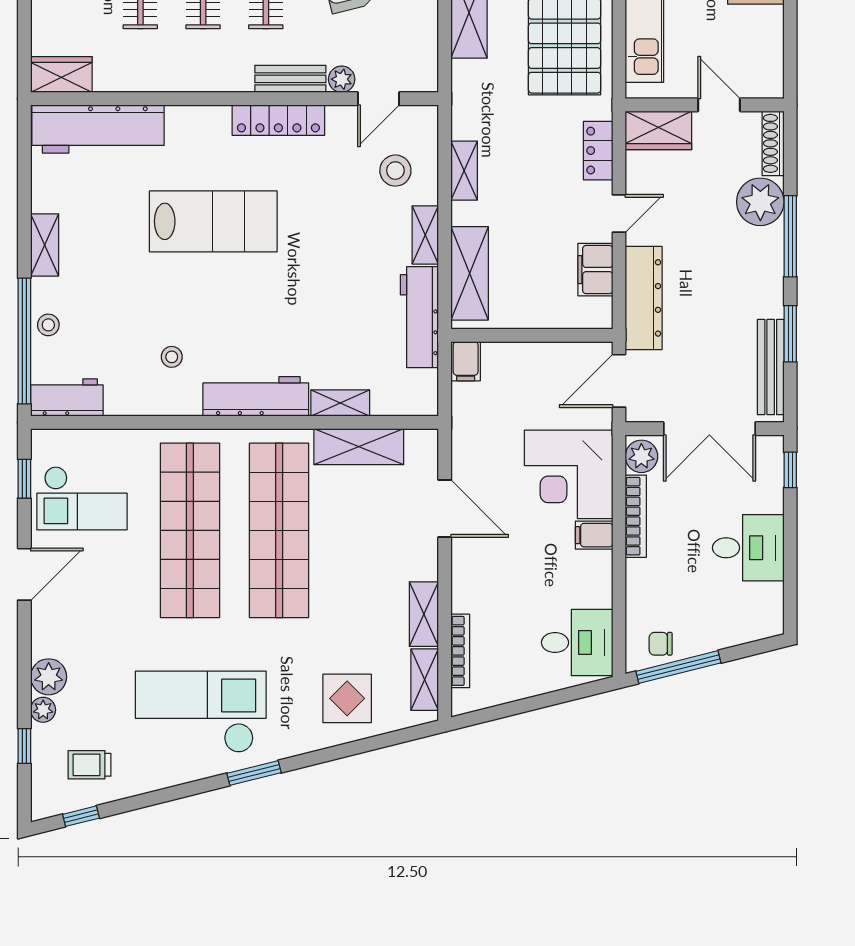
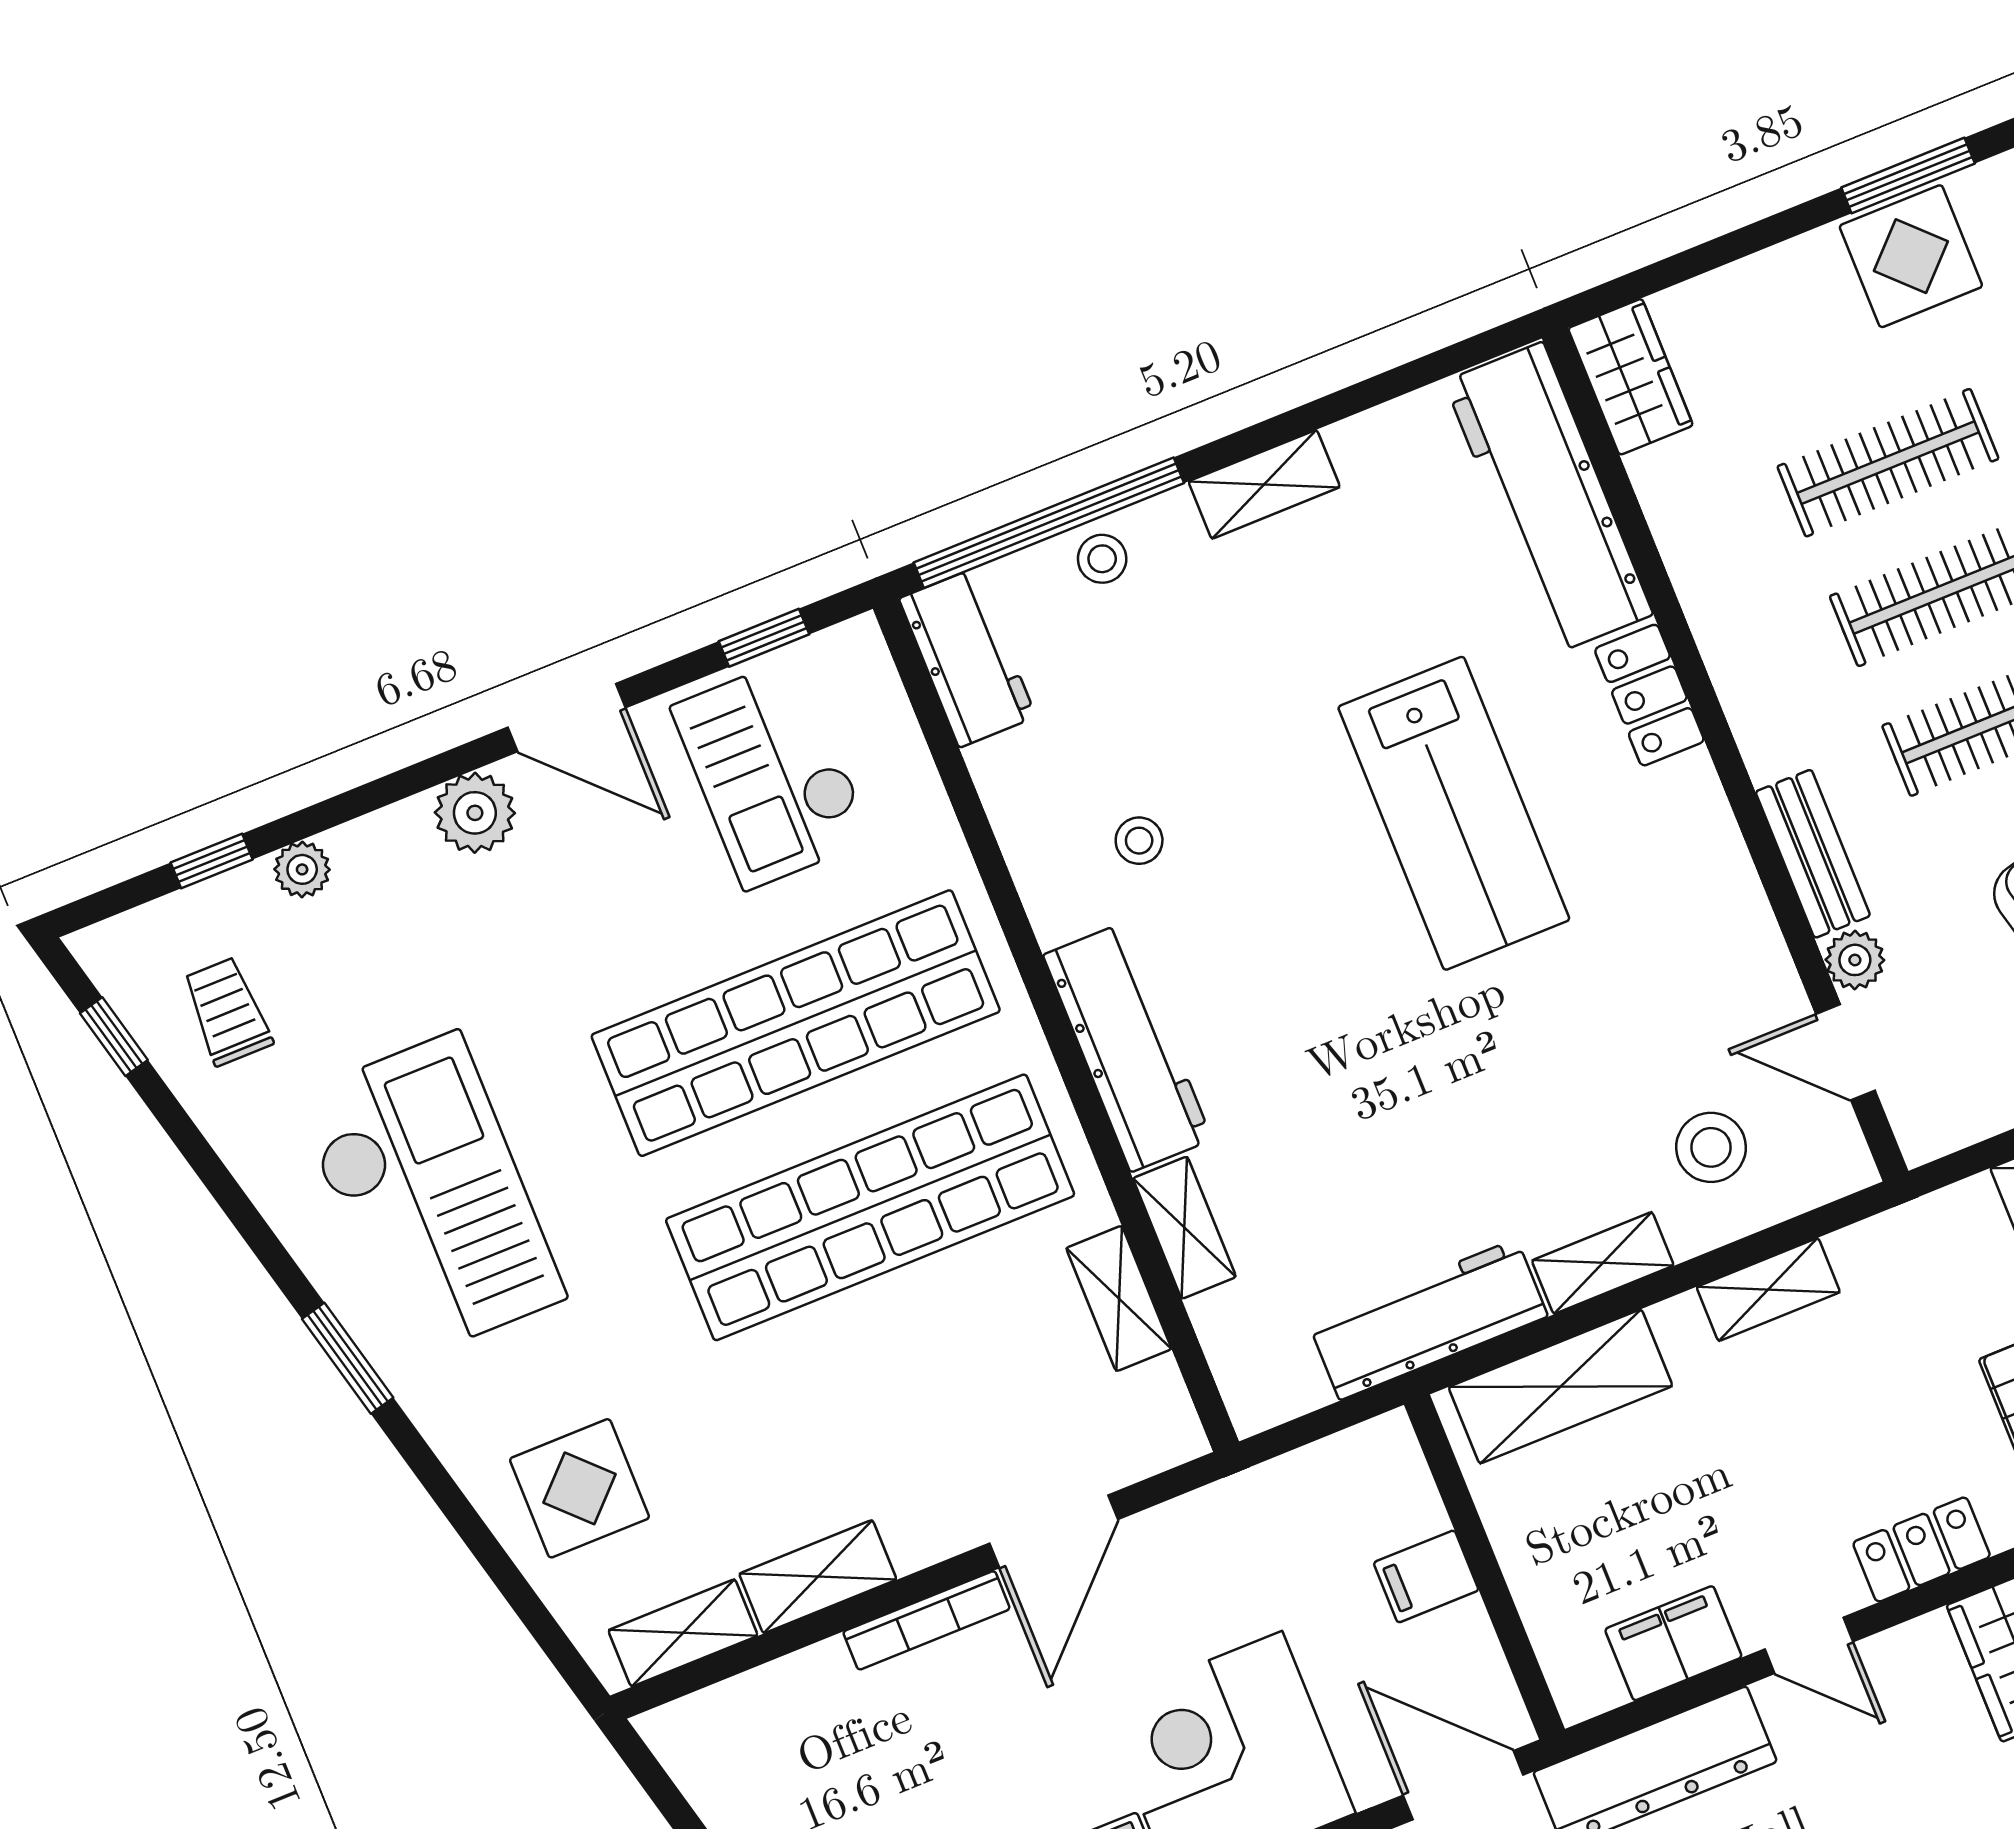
locker: (278, 120) -> (1649, 695), moved, width x0.66
filing cabinet: (466, 361) -> (1426, 1576), moved
shelving: (359, 447) -> (1119, 1298), width x0.67, depth x0.75
bookcase: (460, 651) -> (926, 1620), moved
plant: (49, 677) -> (475, 813), moved

